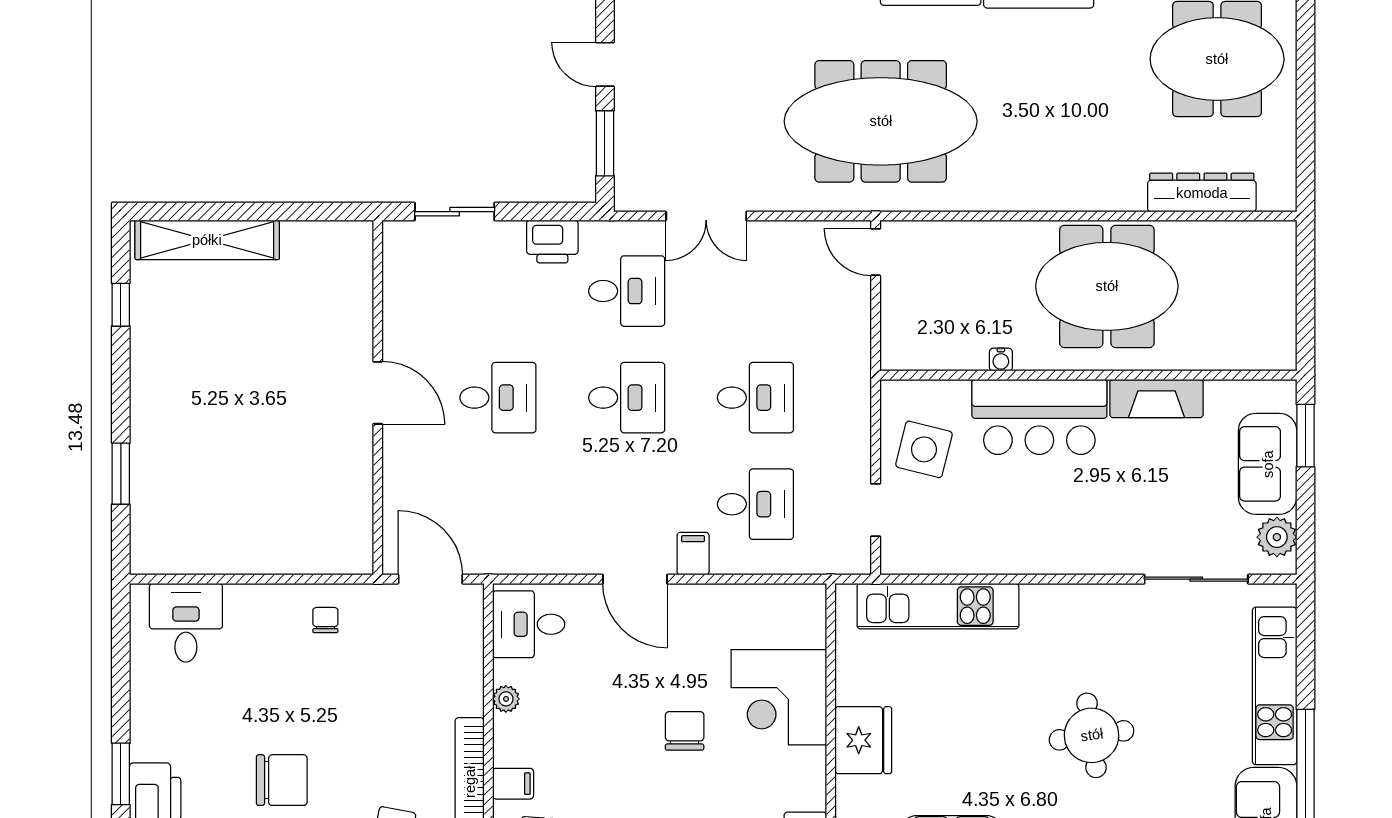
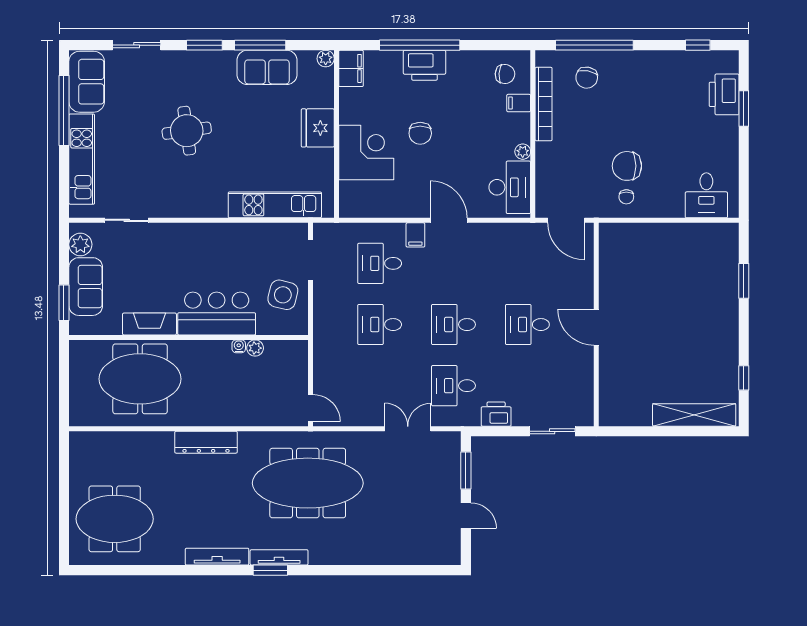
dresser: (1202, 193) -> (206, 442), moved
meeting table: (1107, 286) -> (140, 379), moved
plant: (972, 357) -> (255, 348), added
doorway: (876, 510) -> (311, 260), width x1.38
sliding door: (1196, 579) -> (127, 220), width x0.73
desk: (529, 624) -> (510, 187), width x1.37
chair: (282, 780) -> (627, 166), moved

